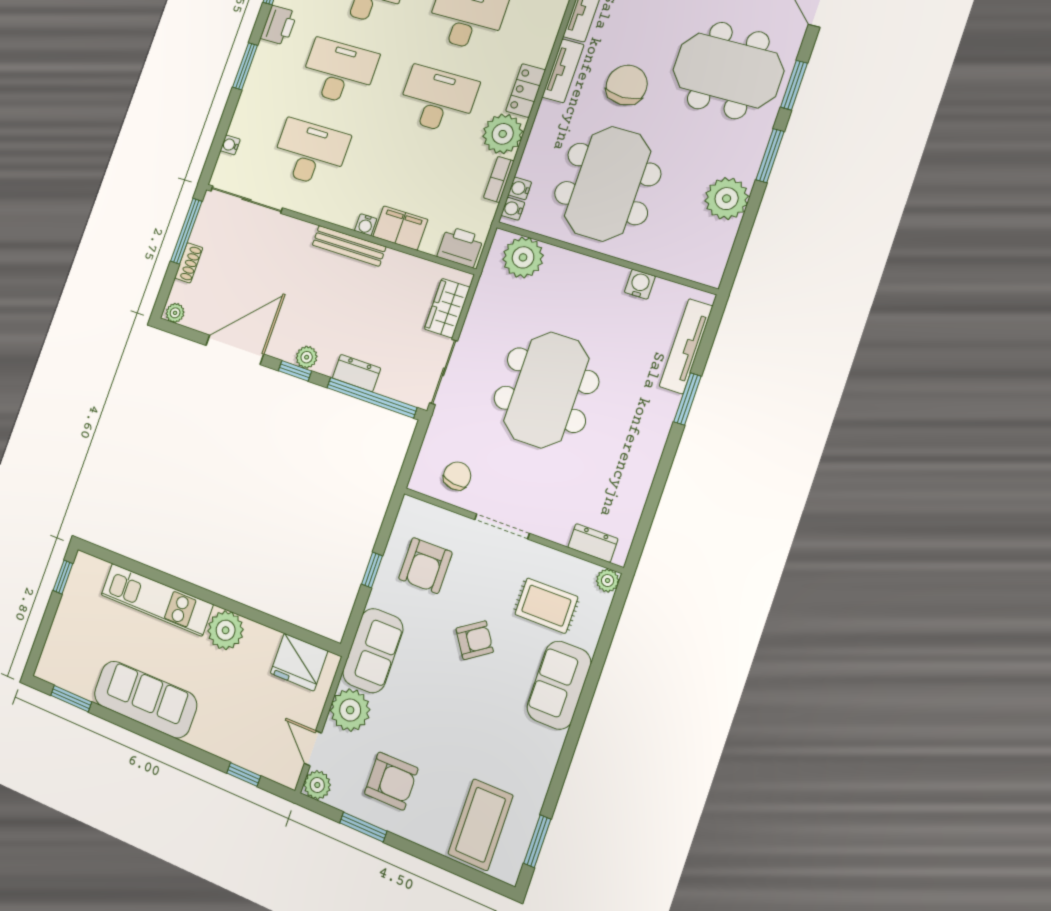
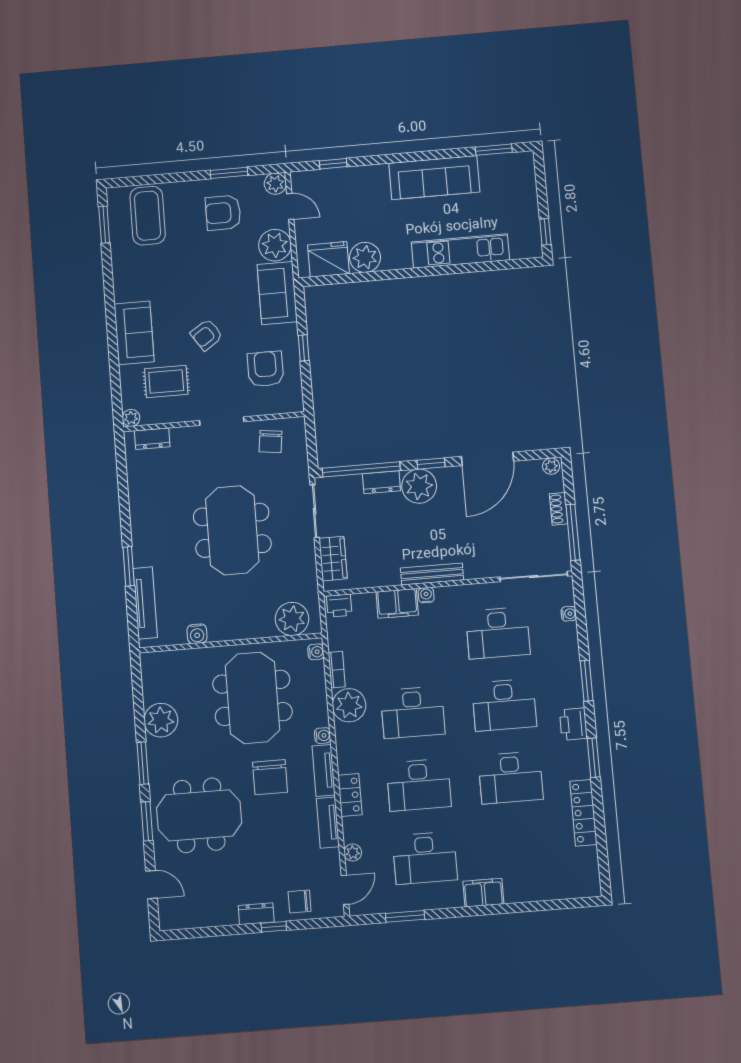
locker: (526, 91) -> (350, 795), moved
water cooler: (520, 188) -> (323, 736), moved
printer: (460, 247) -> (339, 606), width x0.73, depth x0.81
plant: (307, 357) -> (419, 486), width x1.88, depth x1.88
plant: (226, 630) -> (365, 257), moved

